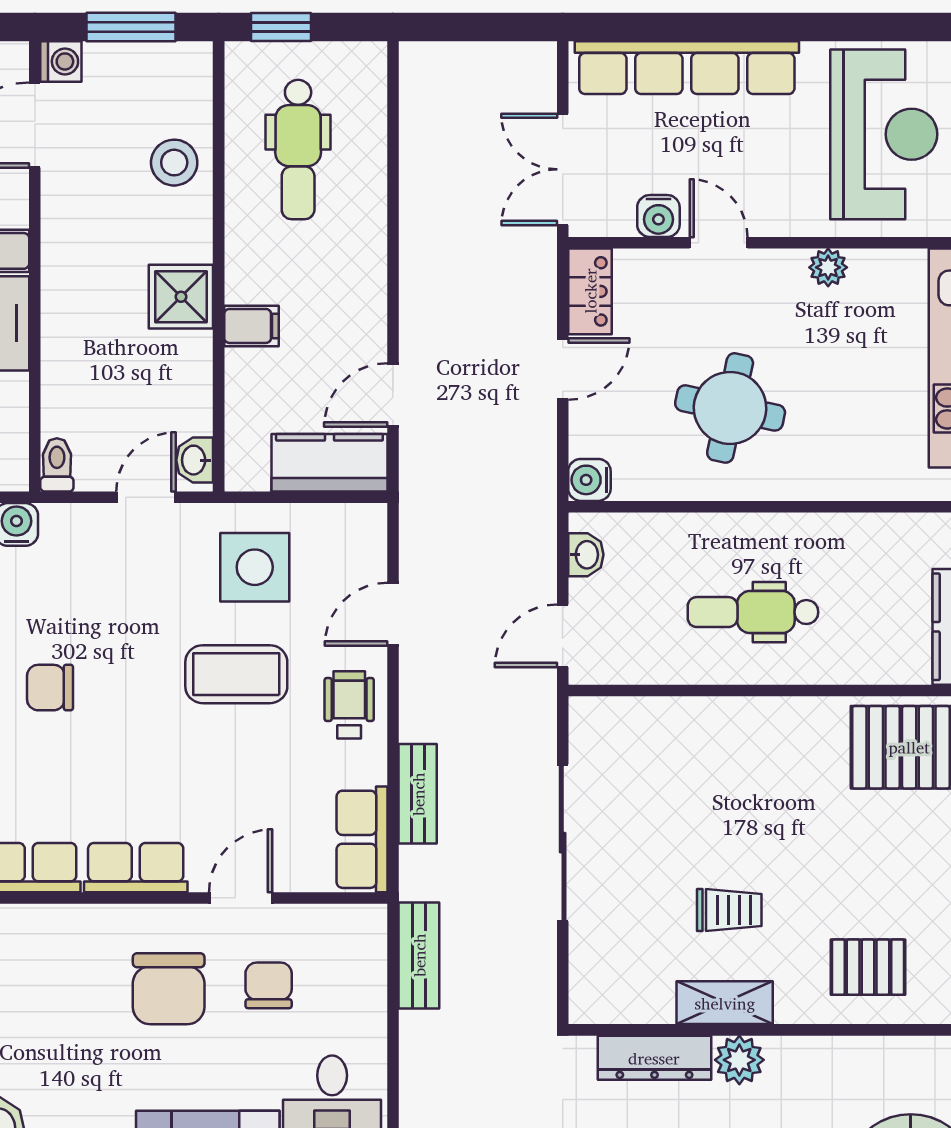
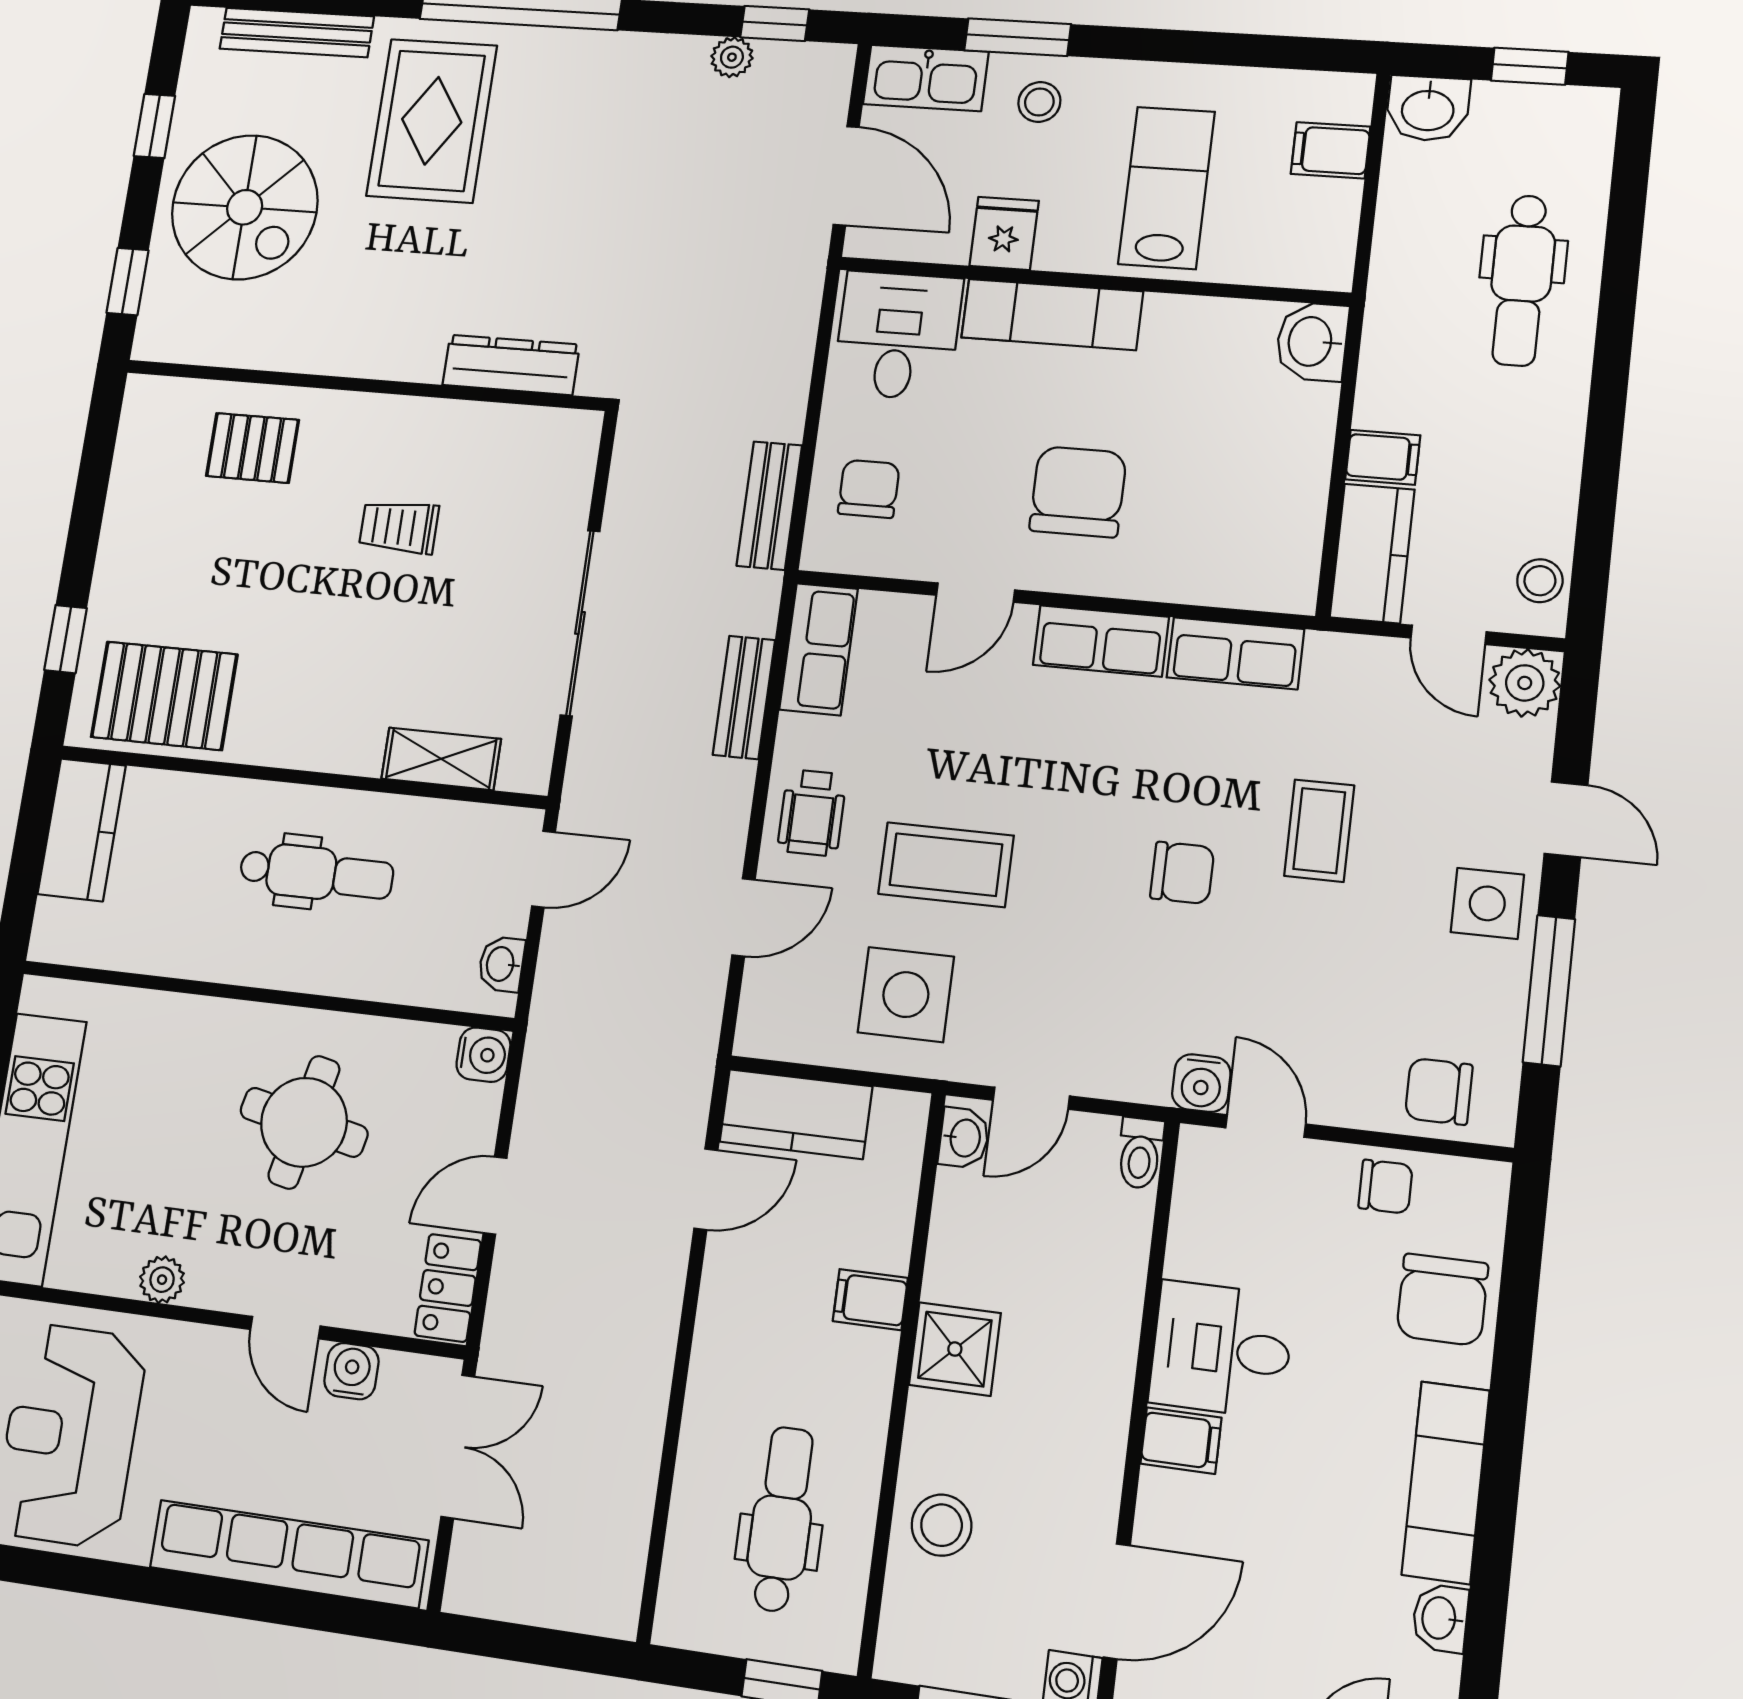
chair: (269, 985) -> (869, 489), moved, turned 180
shelving: (725, 1003) -> (441, 759), moved
plant: (739, 1060) -> (415, 355), removed

